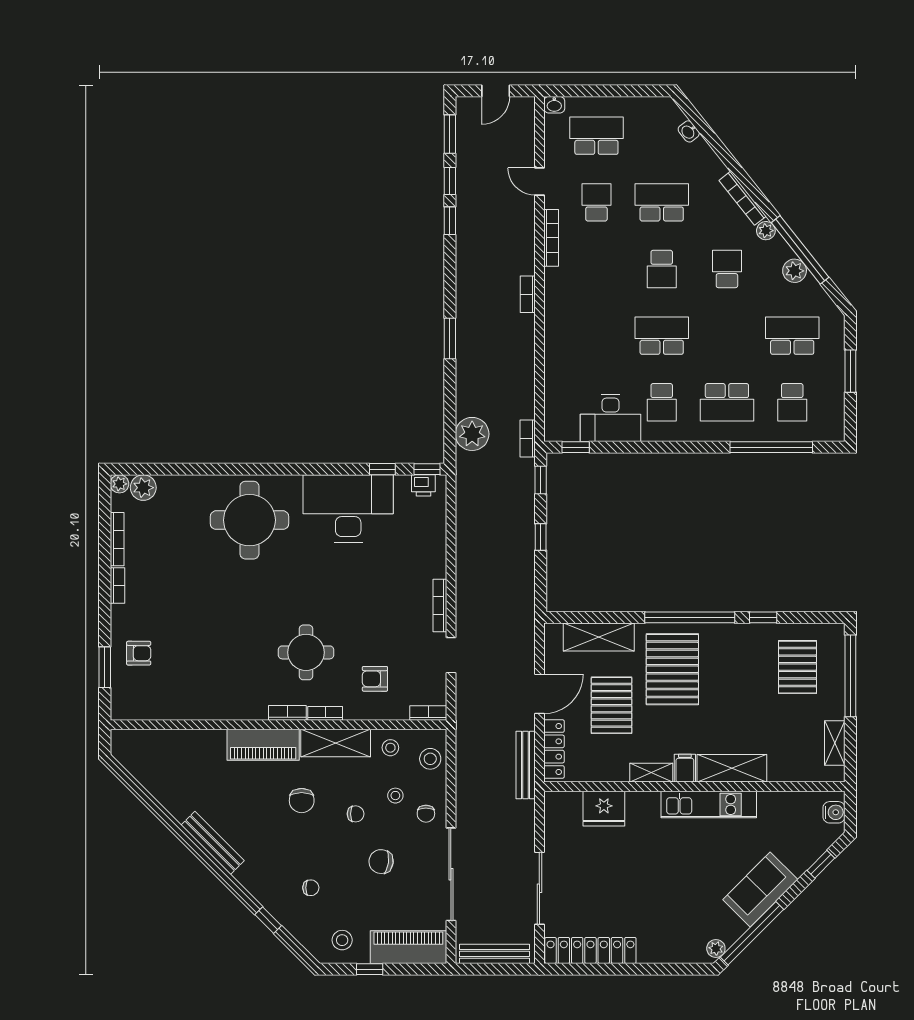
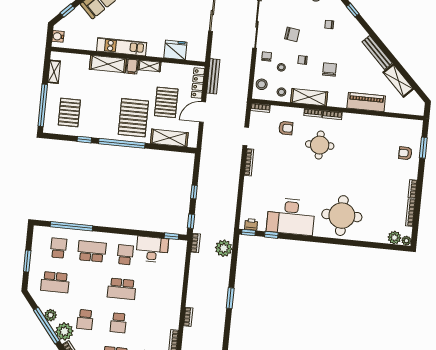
plant: (766, 231) -> (64, 331), width x1.88, depth x1.88
school desk: (662, 269) -> (118, 323), turned 180
piano: (263, 745) -> (366, 102), moved
shelving: (166, 792) -> (398, 81), added

